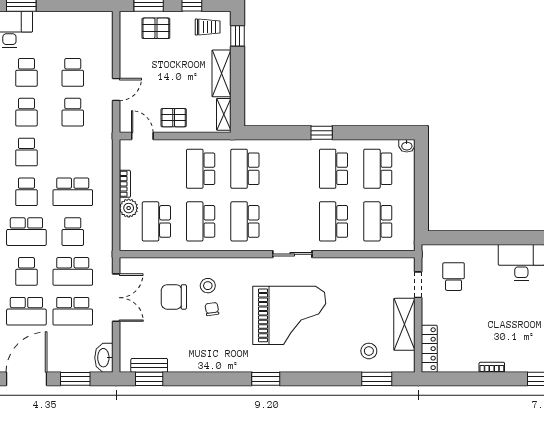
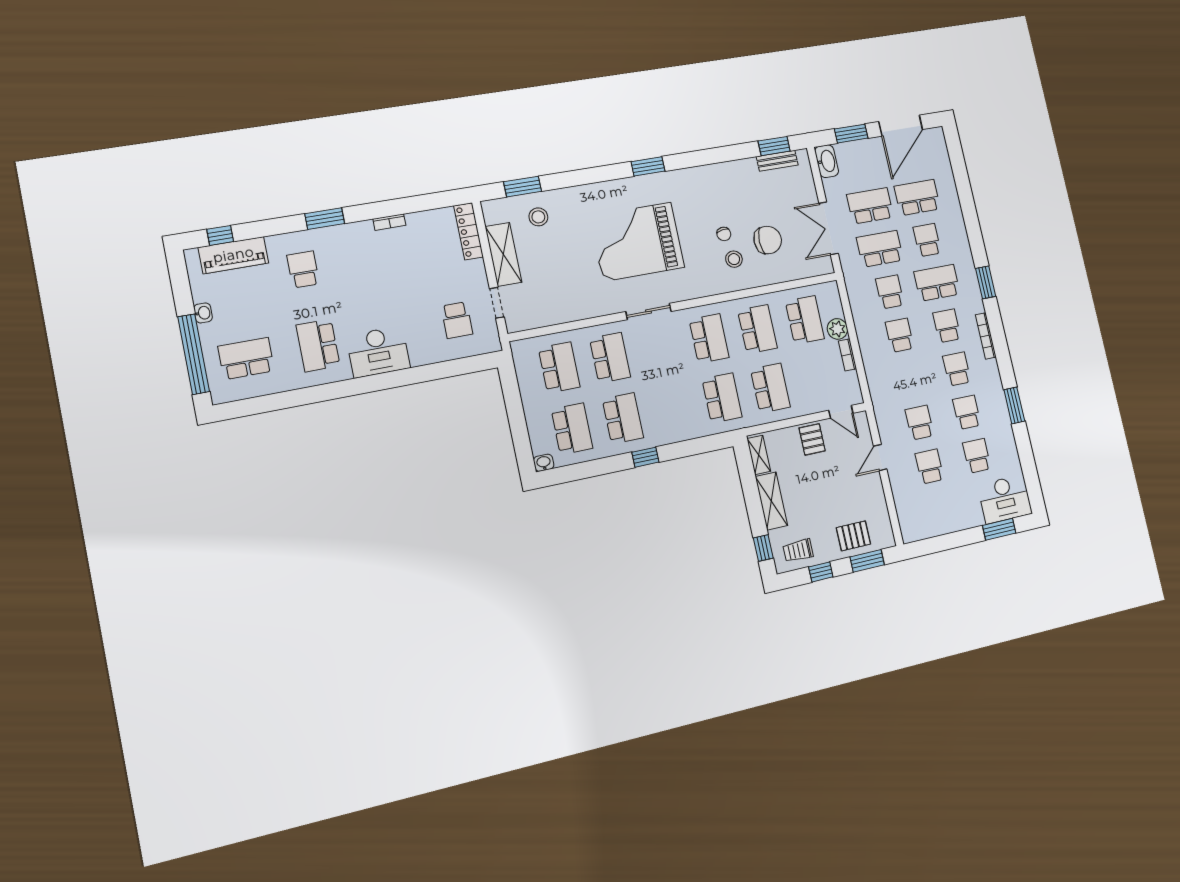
pallet: (174, 118) -> (812, 439), turned 90
school desk: (73, 192) -> (900, 335), width x0.54

